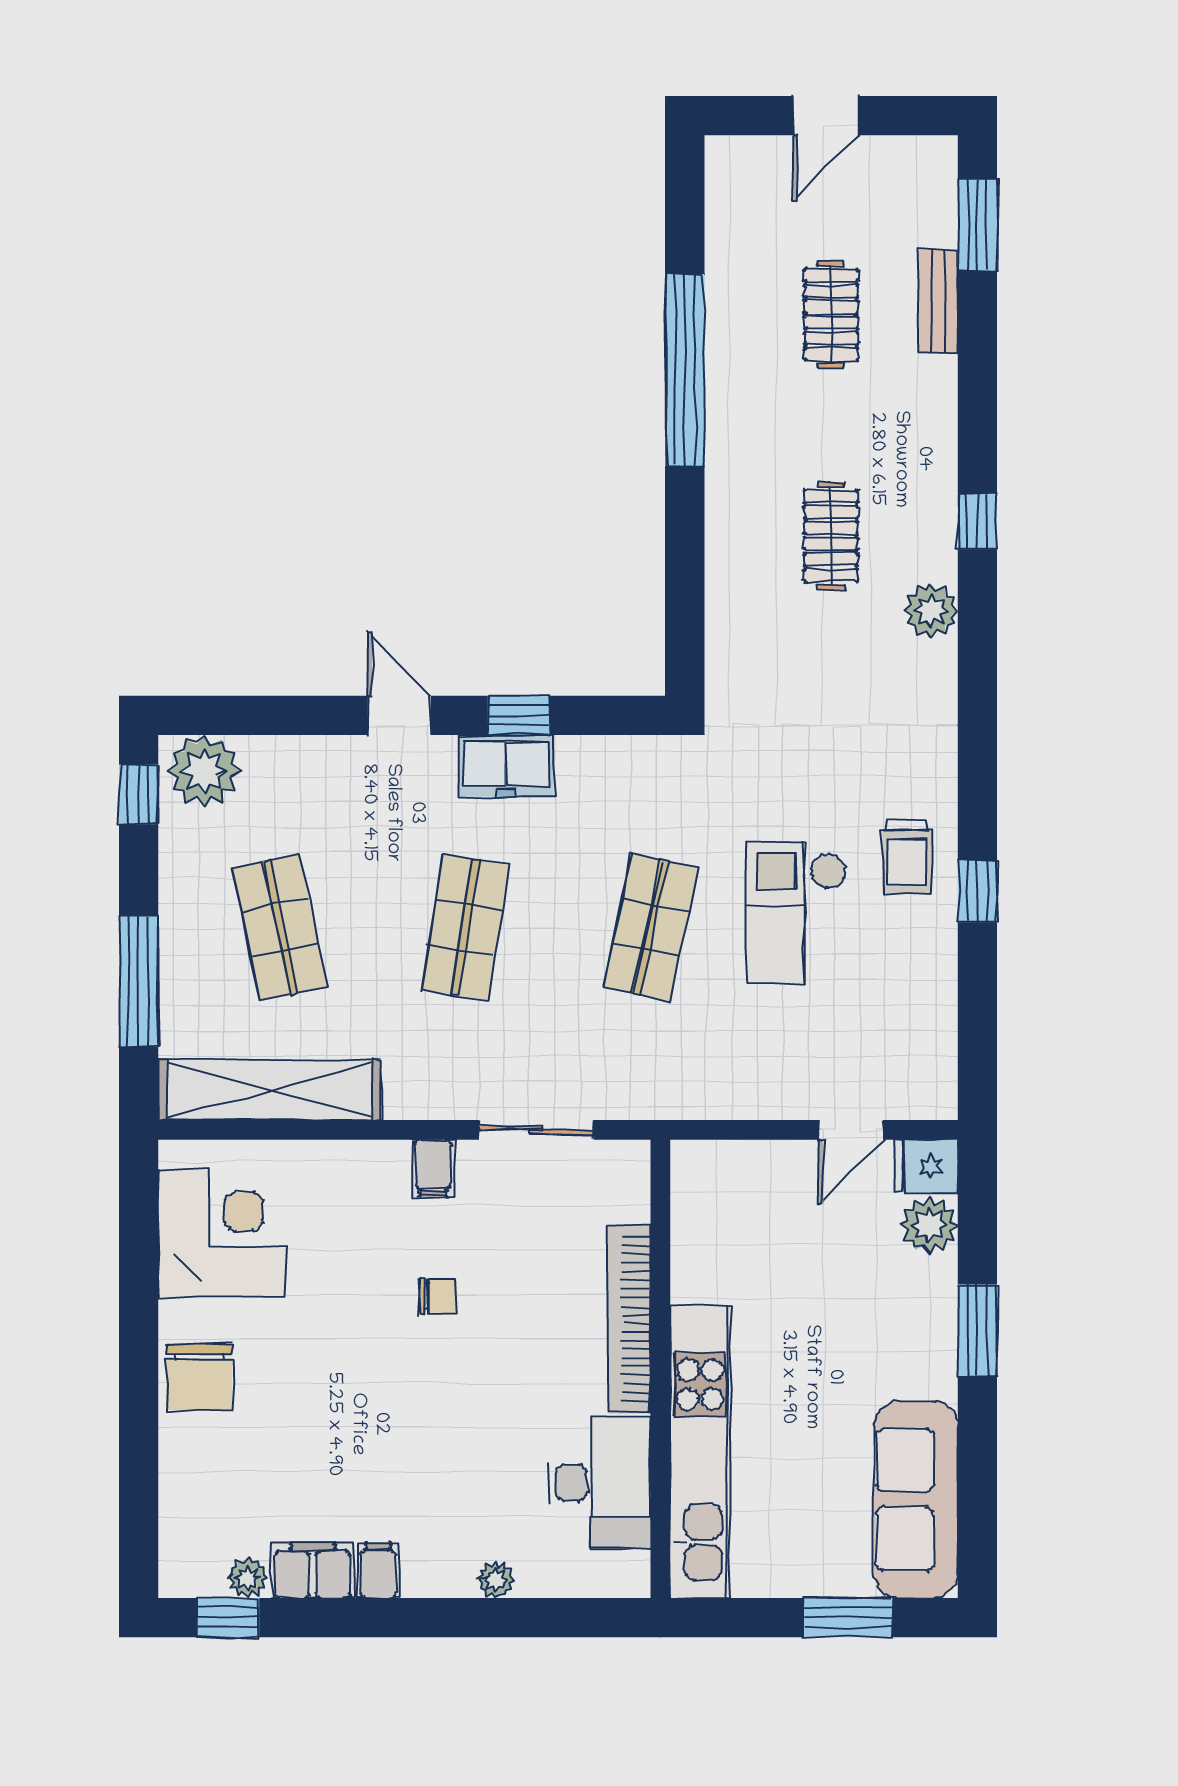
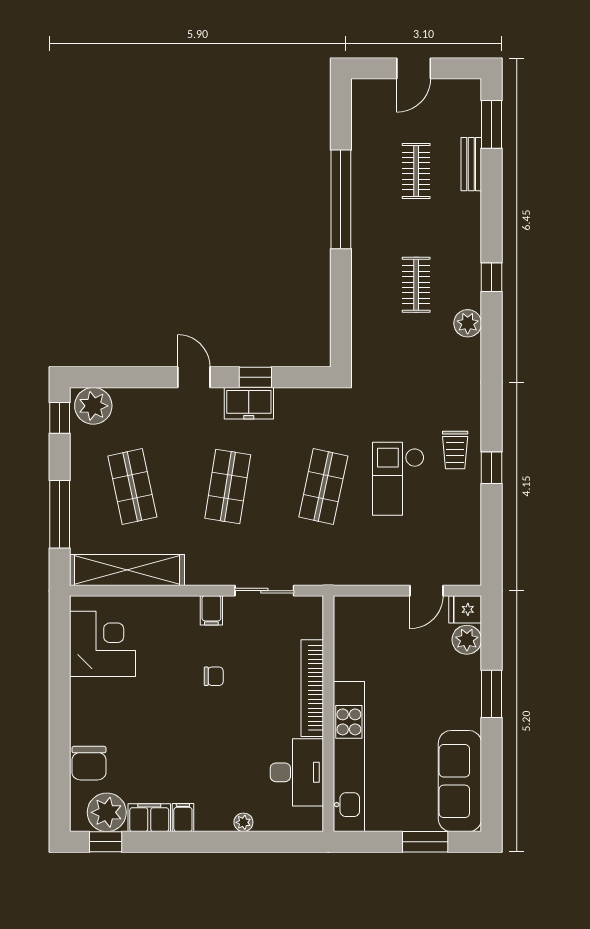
chair: (199, 1377) -> (89, 763), moved
plant: (248, 1578) -> (107, 812), width x1.87, depth x1.87

